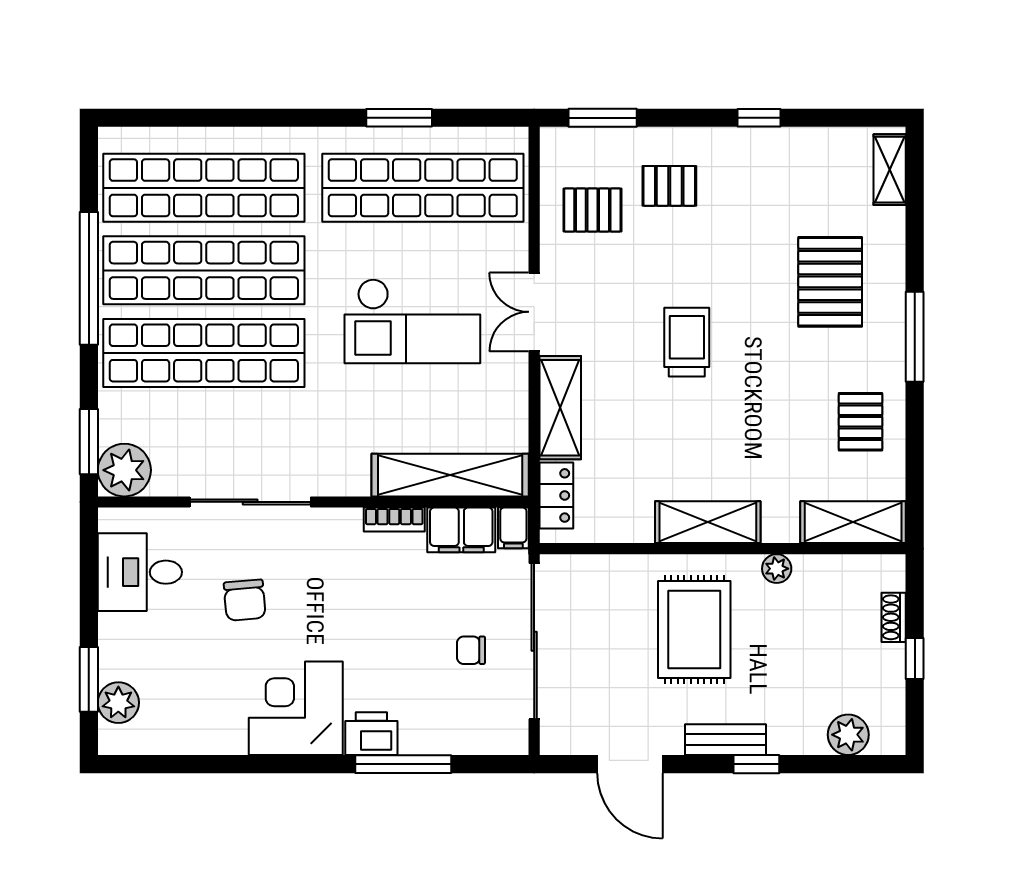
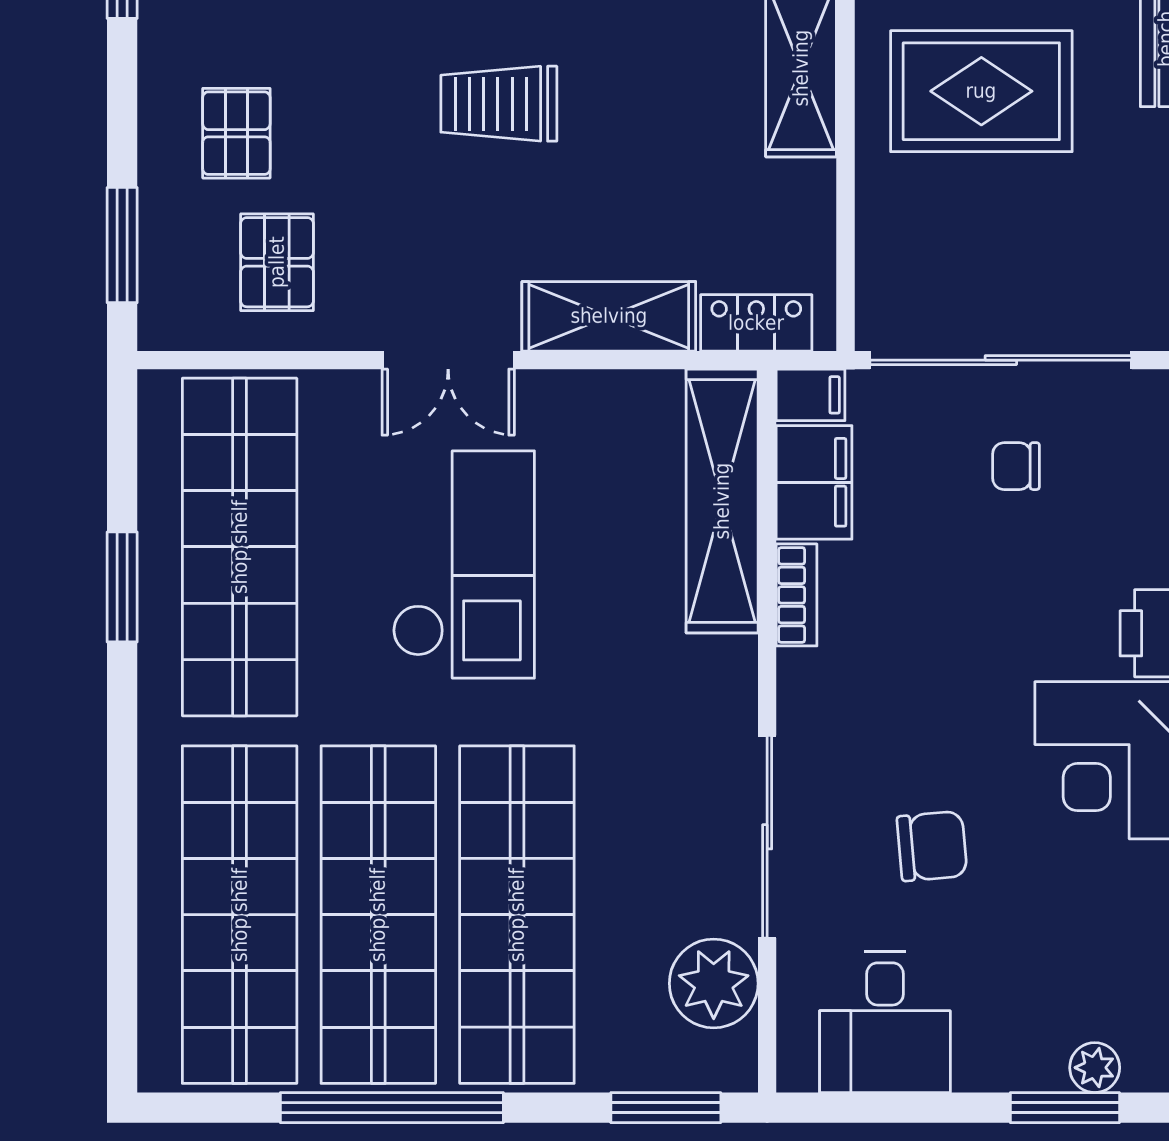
plant: (124, 470) -> (714, 983), moved
chair: (471, 650) -> (1016, 466), turned 90
plant: (118, 703) -> (1095, 1068), width x0.73, depth x0.73

